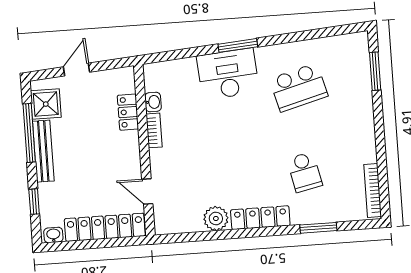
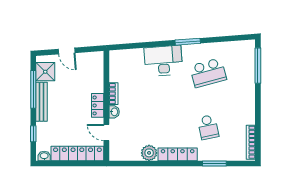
window: (238, 45) -> (188, 42), moved
door: (77, 69) -> (67, 51), swing flipped
window: (375, 71) -> (258, 66), width x1.44
washbasin: (153, 102) -> (114, 112), moved
locker: (128, 112) -> (98, 105), moved

